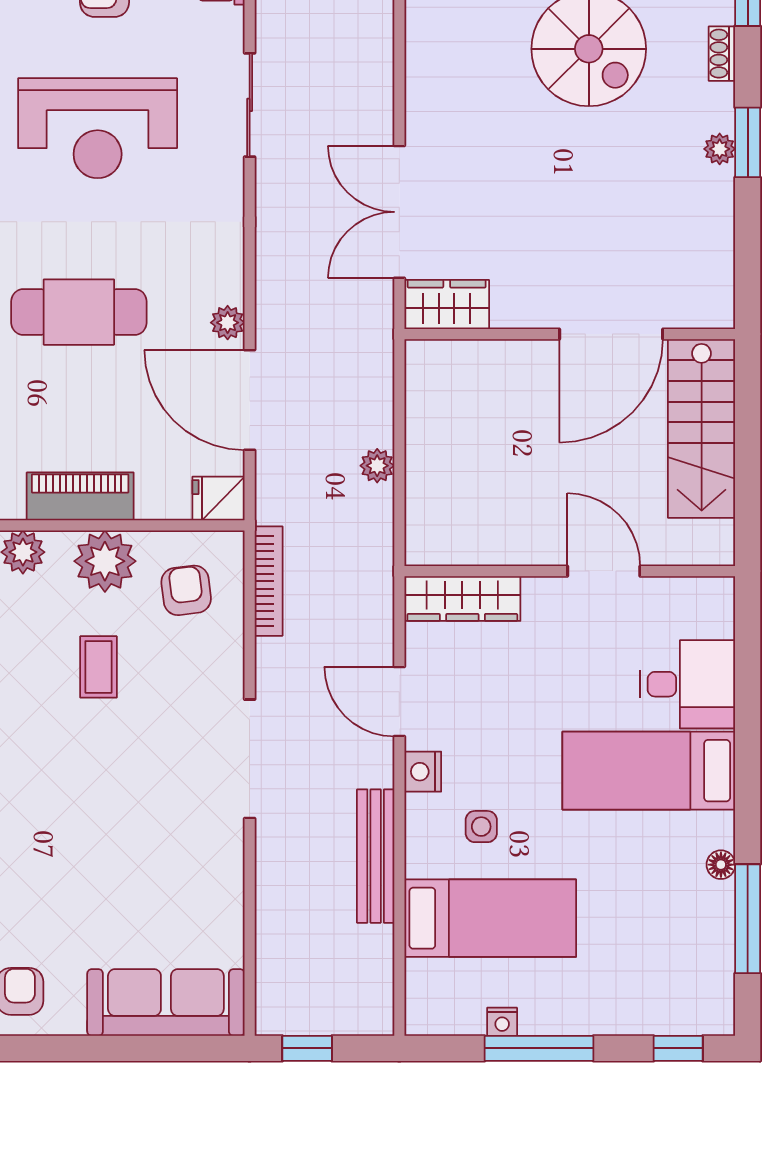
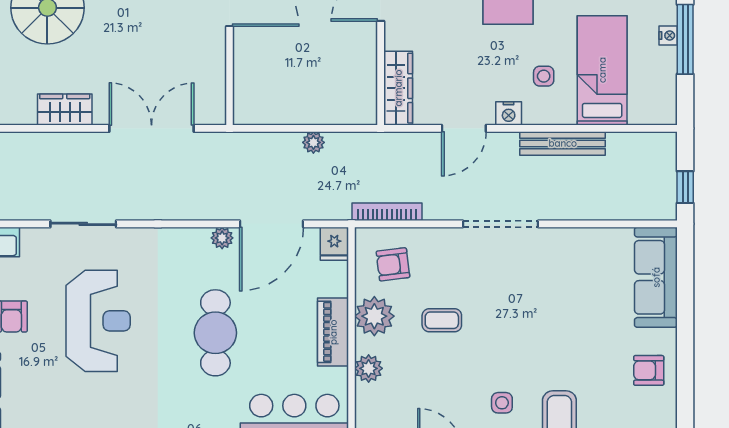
double door: (399, 212) -> (152, 128), swing flipped
wardrobe: (447, 304) -> (65, 110), moved, turned 90
nightstand: (502, 1022) -> (668, 36), moved

